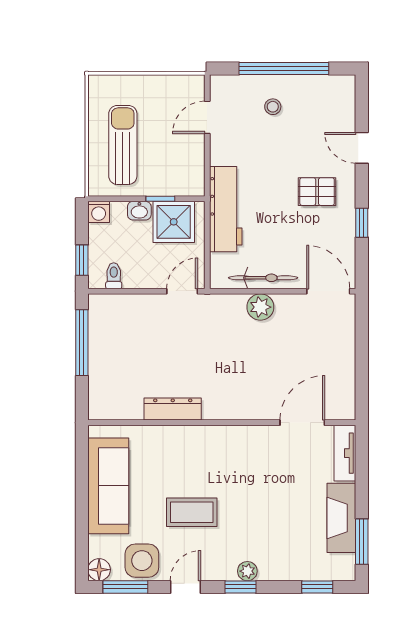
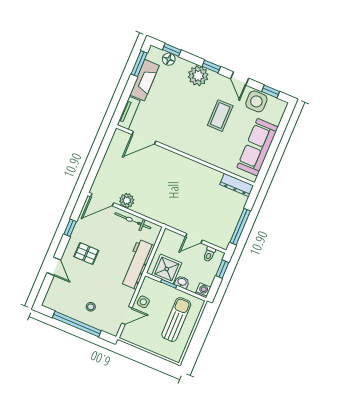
sun lounger: (123, 145) -> (176, 320), turned 180
side table: (189, 151) -> (143, 302), added
door: (182, 291) -> (194, 238), moved
door: (328, 291) -> (102, 200), hinge flipped
plant: (260, 307) -> (127, 201), moved
dresser: (173, 409) -> (237, 185), moved
coffee table: (192, 512) -> (220, 116), turned 90
floor lamp: (99, 570) -> (169, 59), moved
plant: (247, 571) -> (198, 76), width x1.87, depth x1.87
window: (125, 587) -> (271, 91), width x0.67
door: (185, 587) -> (240, 78), hinge flipped

